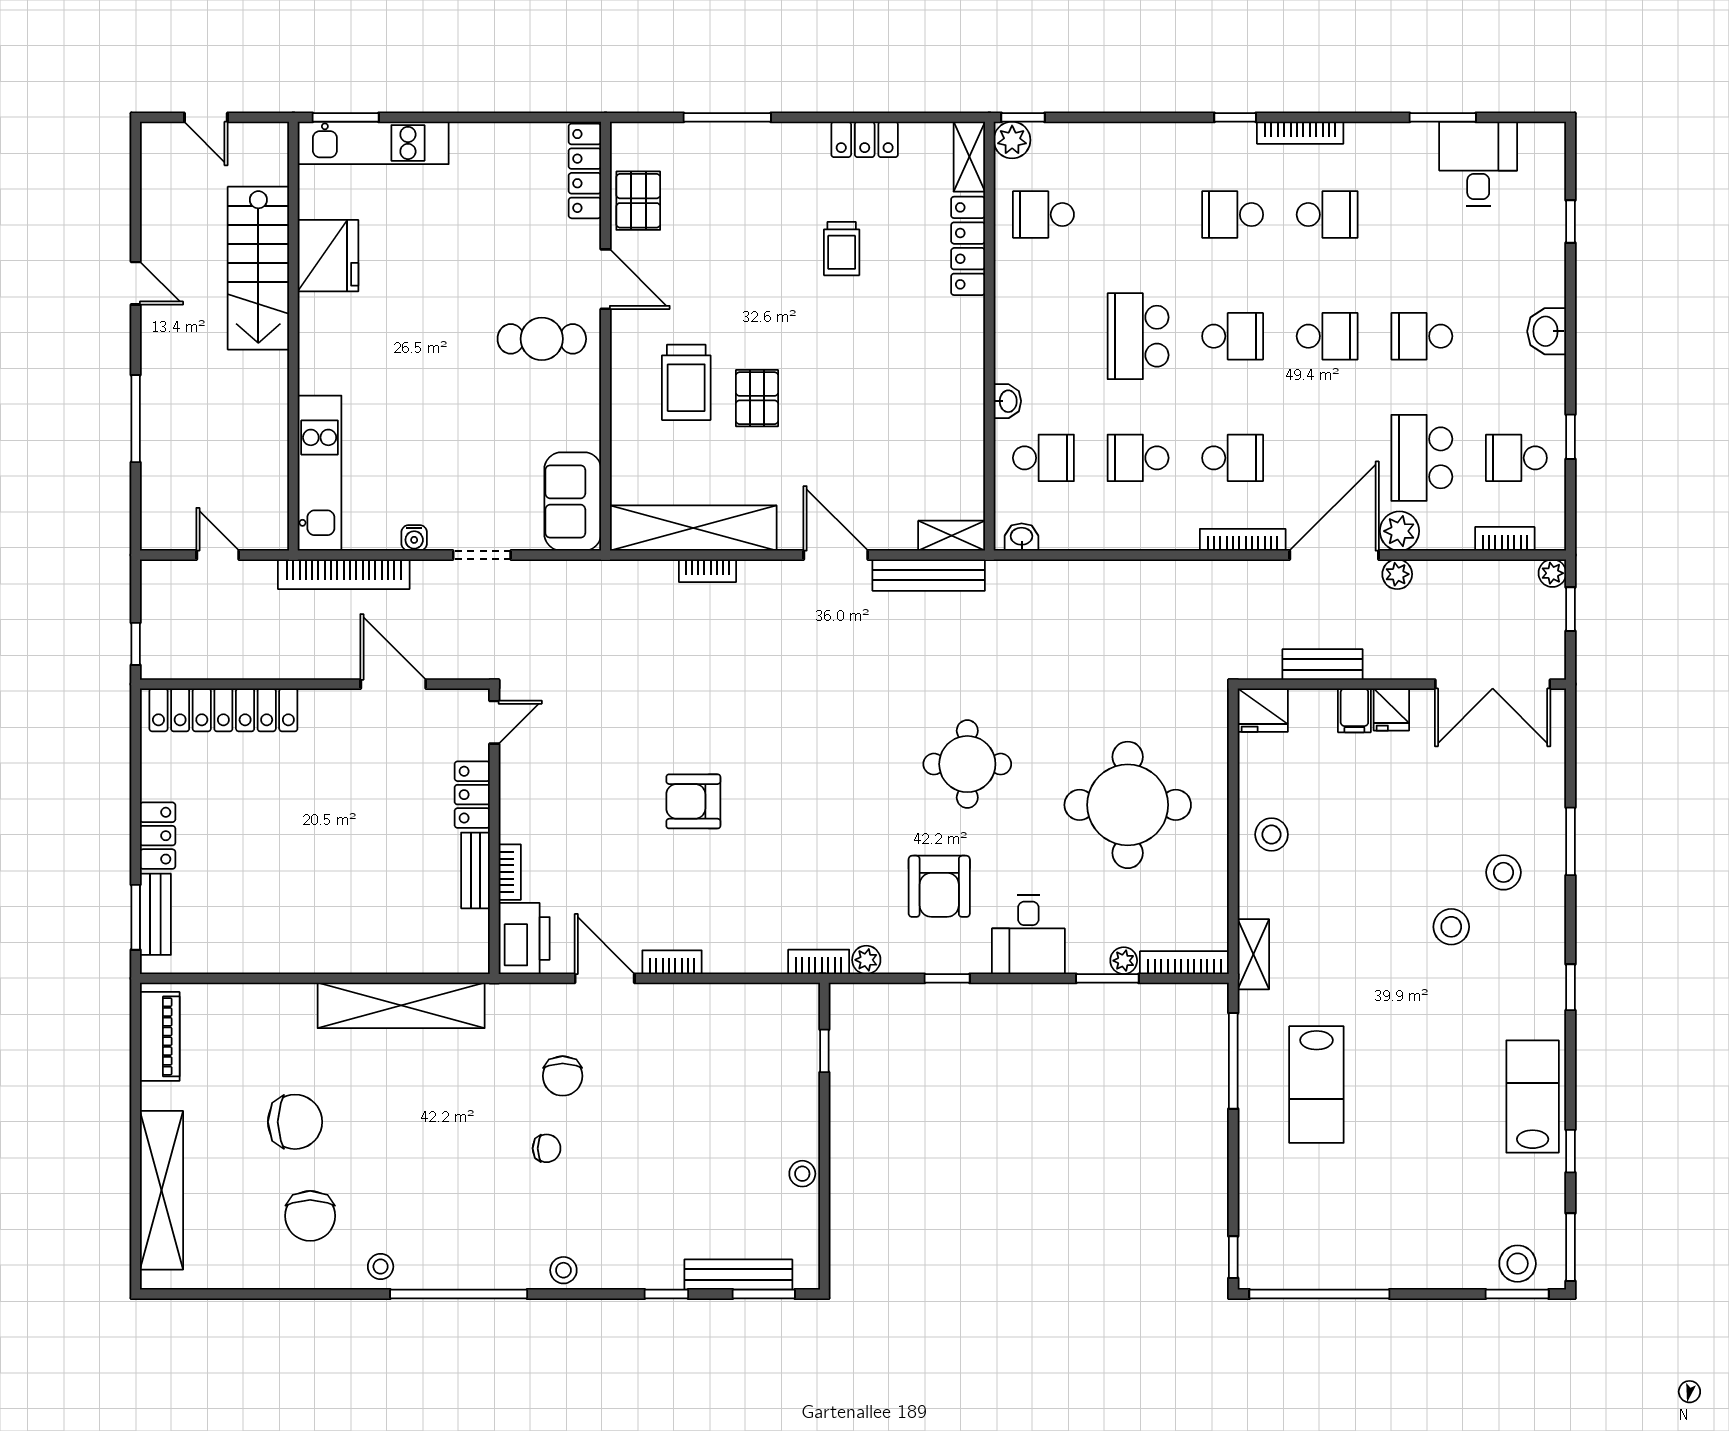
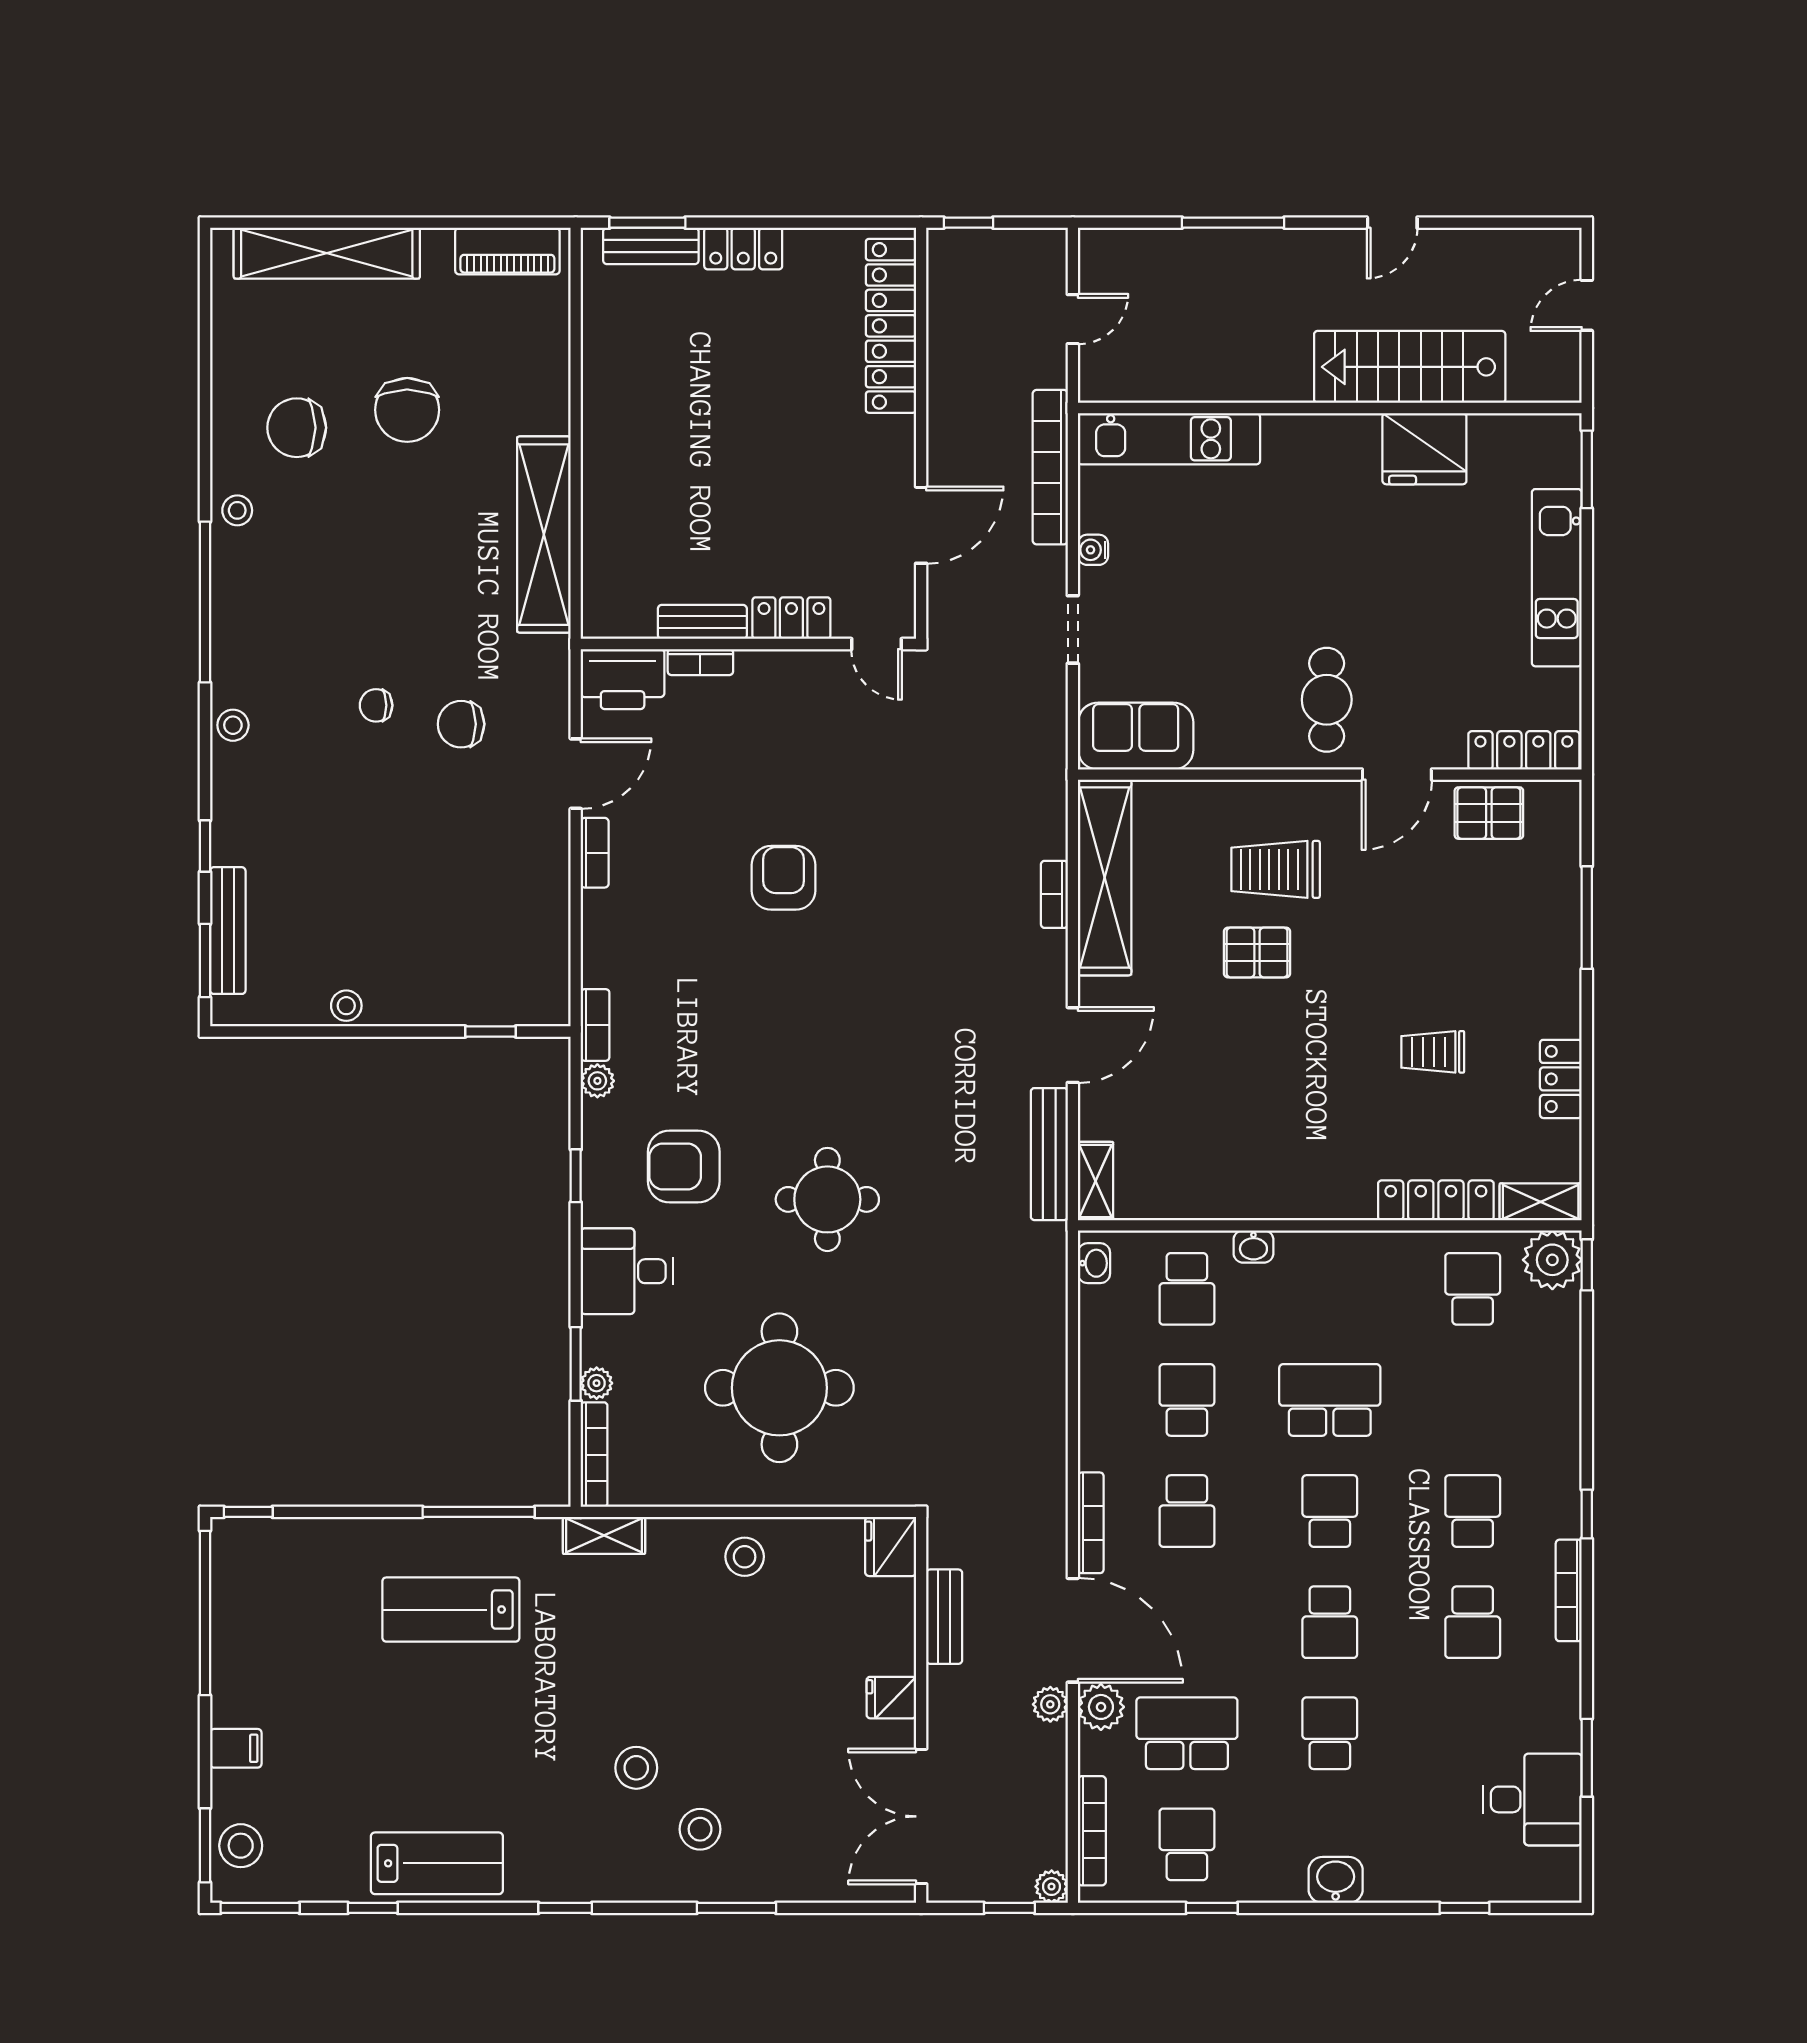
plant: (1012, 140) -> (1552, 1260), width x1.36, depth x1.36
kitchen unit: (373, 143) -> (1557, 578), moved
school desk: (1233, 336) -> (1330, 1511), turned 180
bookcase: (1505, 539) -> (1092, 1831), width x1.56
filing cabinet: (1354, 710) -> (236, 1748), moved, turned 180
chair: (547, 1148) -> (376, 705), turned 90

